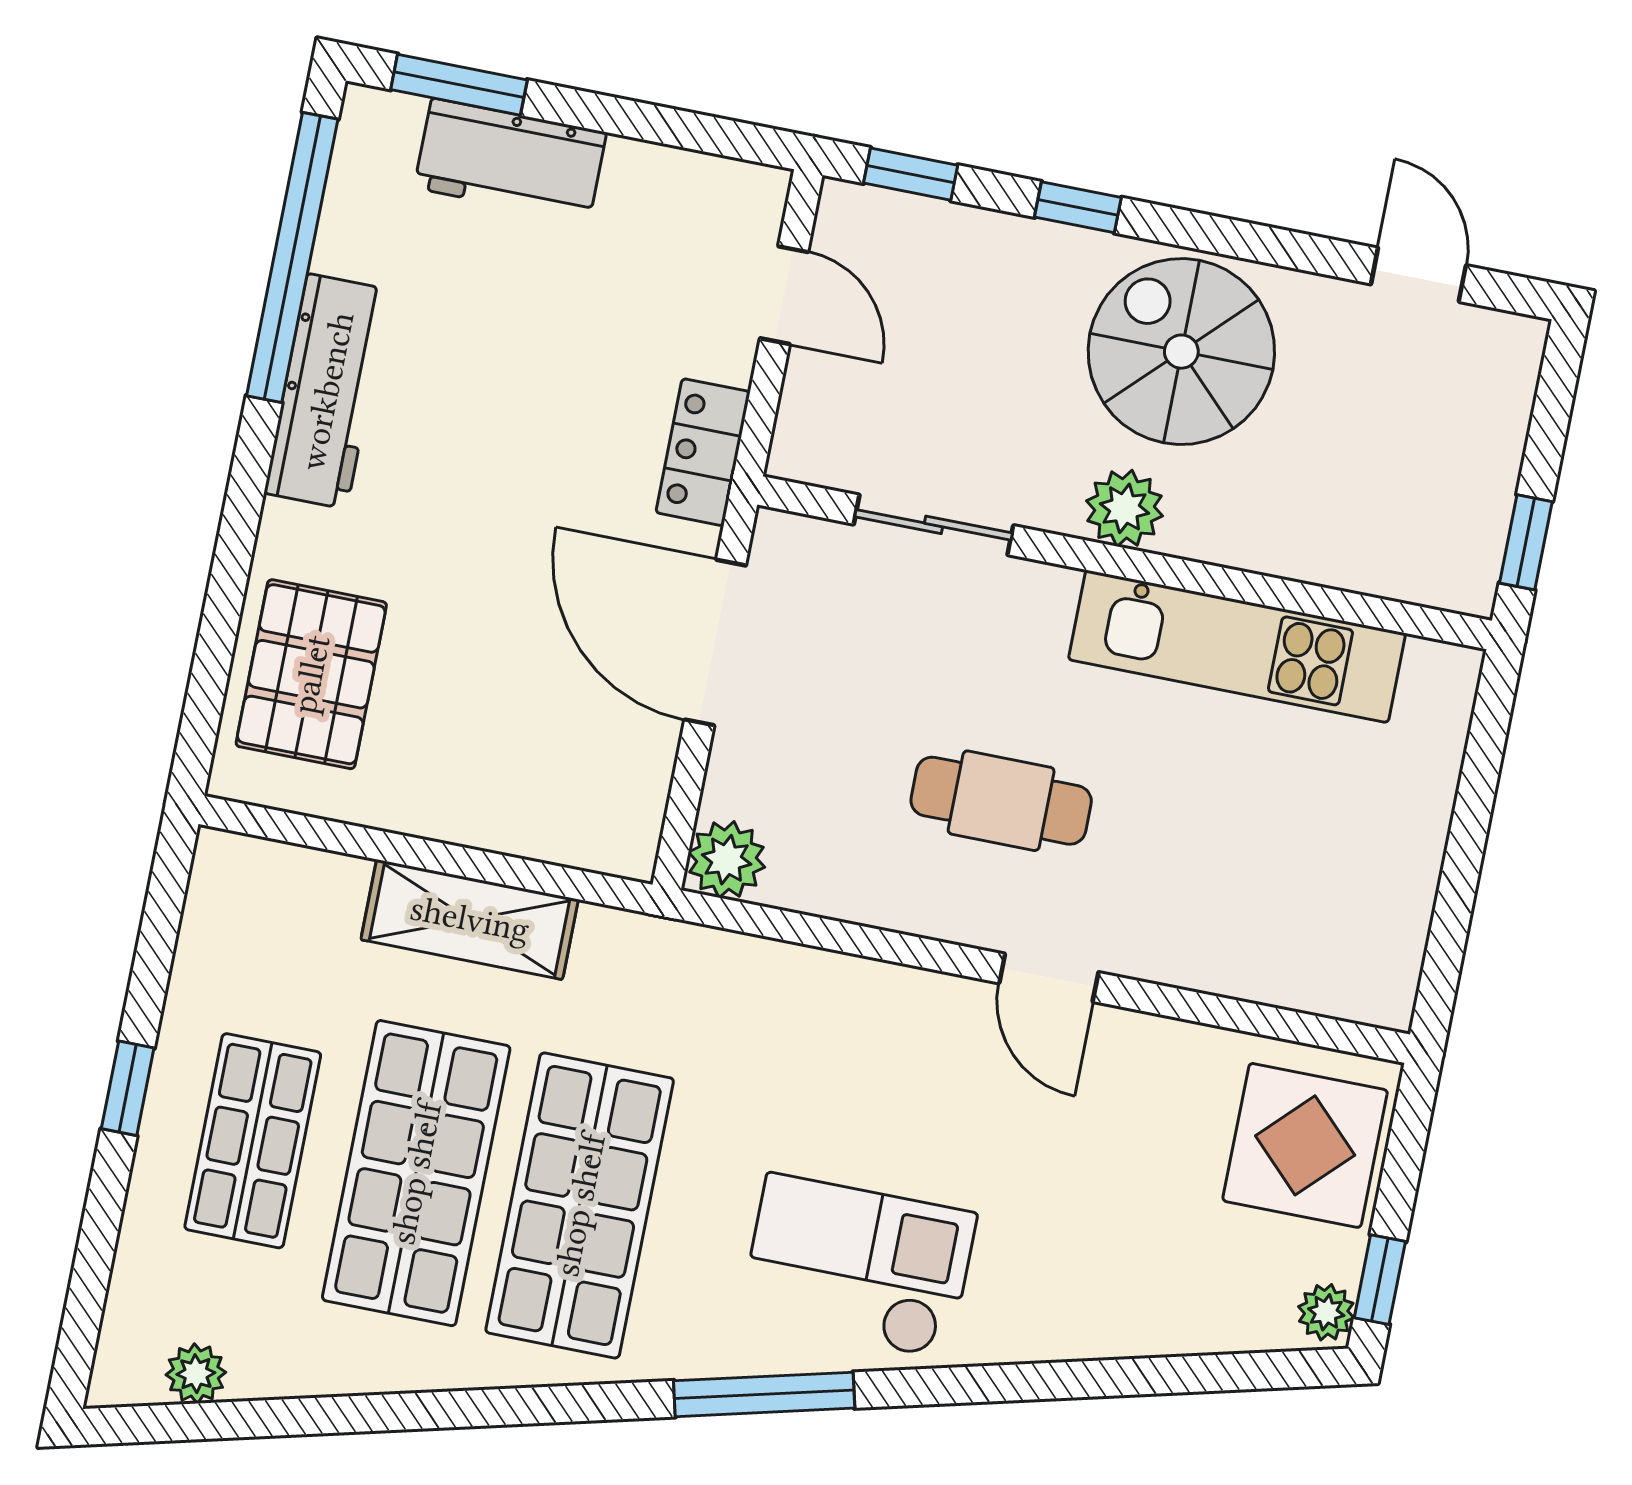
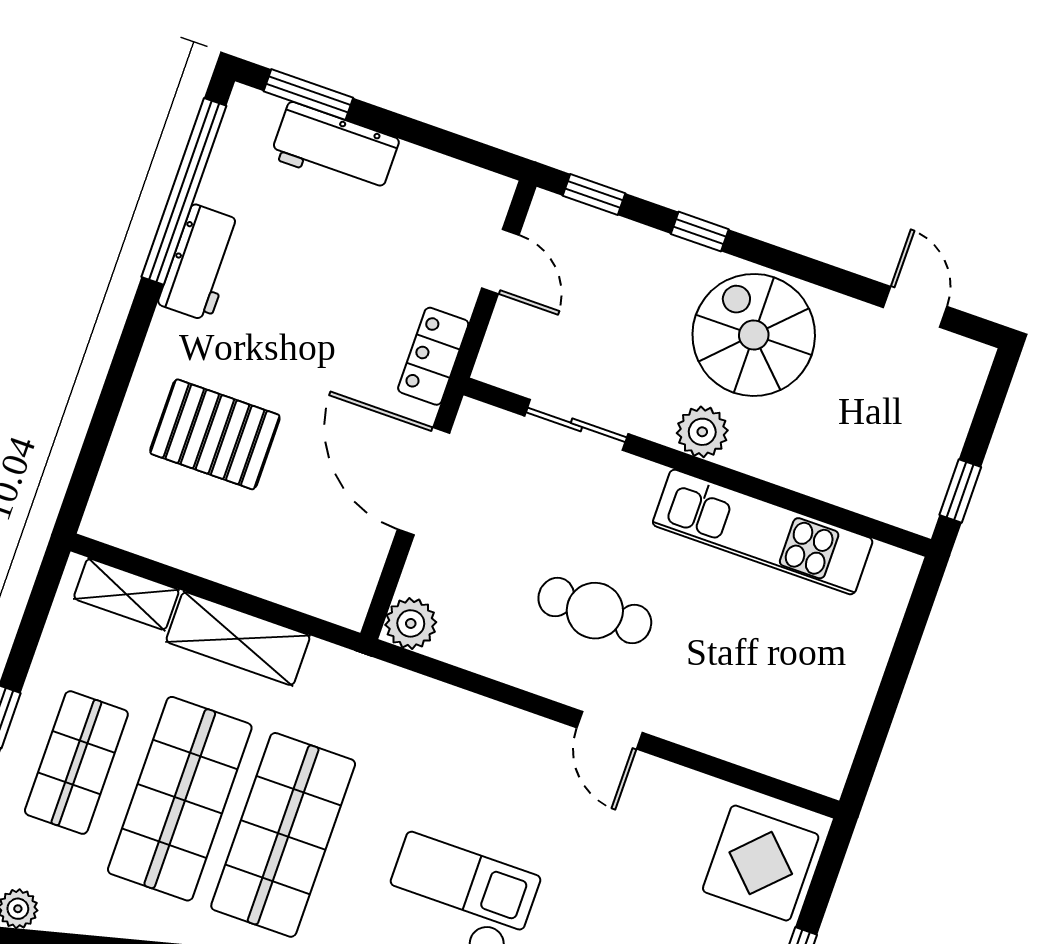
workbench: (327, 391) -> (201, 263), width x0.73
pallet: (311, 674) -> (215, 434), moved, turned 90
shelving: (292, 876) -> (126, 594), added

